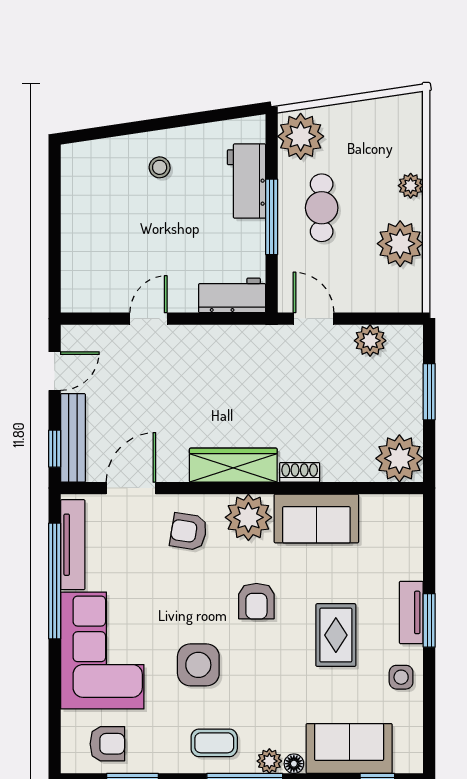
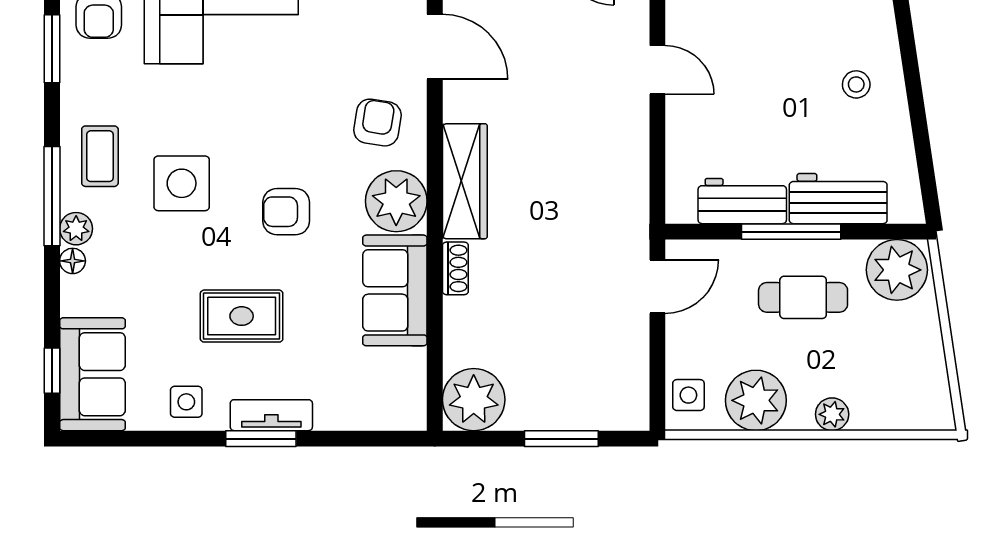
workbench: (232, 295) -> (742, 201), moved, turned -90
side table: (396, 295) -> (688, 395), added
plant: (370, 341) -> (629, 361), removed
side table: (198, 665) -> (182, 183), moved
sofa: (349, 749) -> (92, 374), moved

